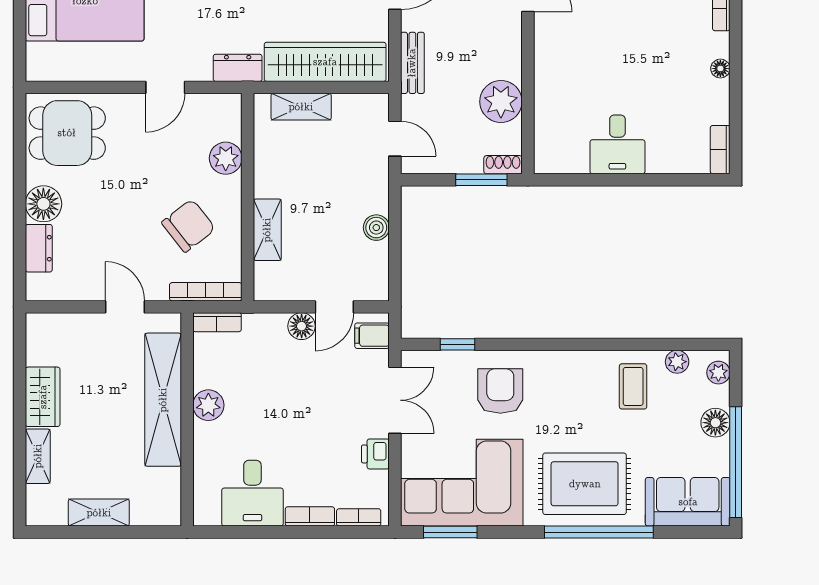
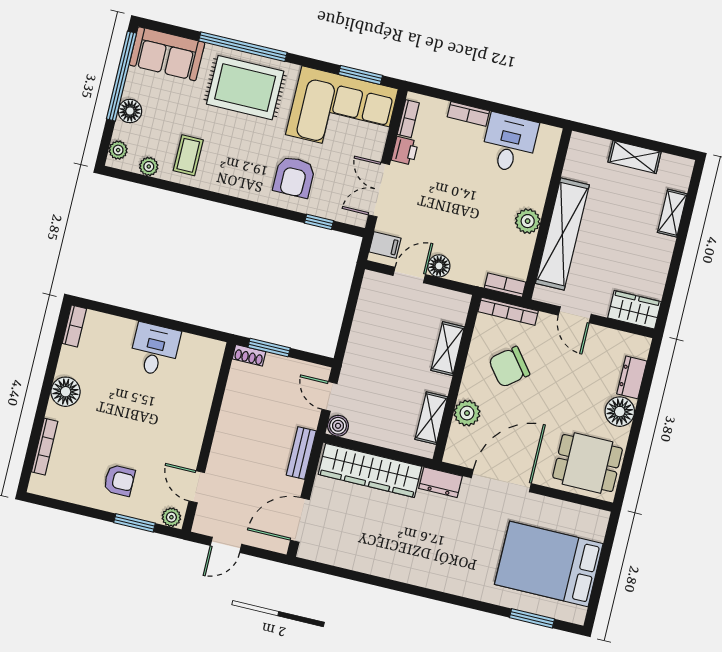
floor lamp: (720, 69) -> (66, 392), width x1.89, depth x1.89
door: (165, 87) -> (501, 481), width x1.88
plant: (501, 102) -> (239, 406), removed
shelving: (301, 107) -> (431, 418), moved, turned 90
boiler: (376, 228) -> (338, 426), moved
wardrobe: (43, 397) -> (634, 310), moved, turned 90
bookcase: (359, 517) -> (408, 119), moved, turned -90

